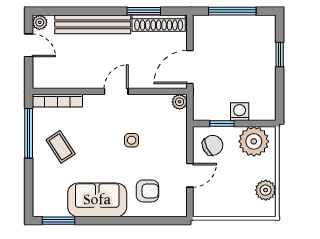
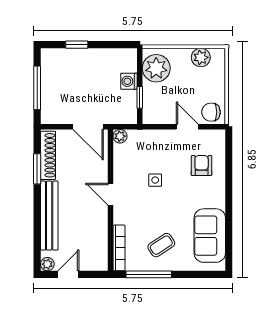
chair: (213, 145) -> (211, 112), moved, turned -64
sofa: (97, 200) -> (210, 236), moved
window: (59, 221) -> (229, 247), removed

